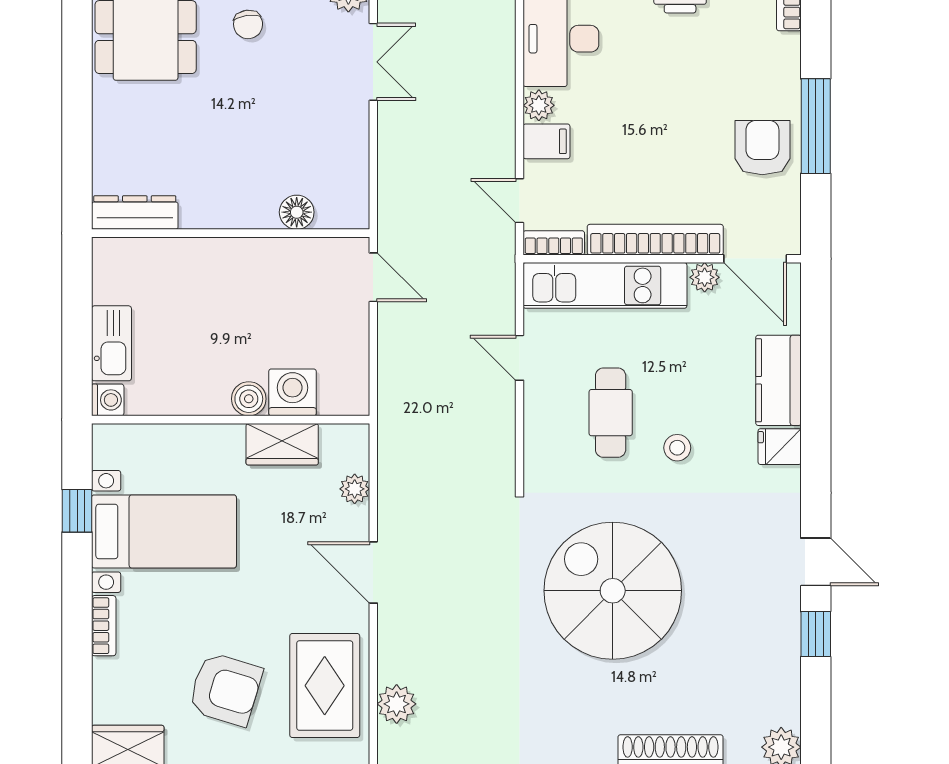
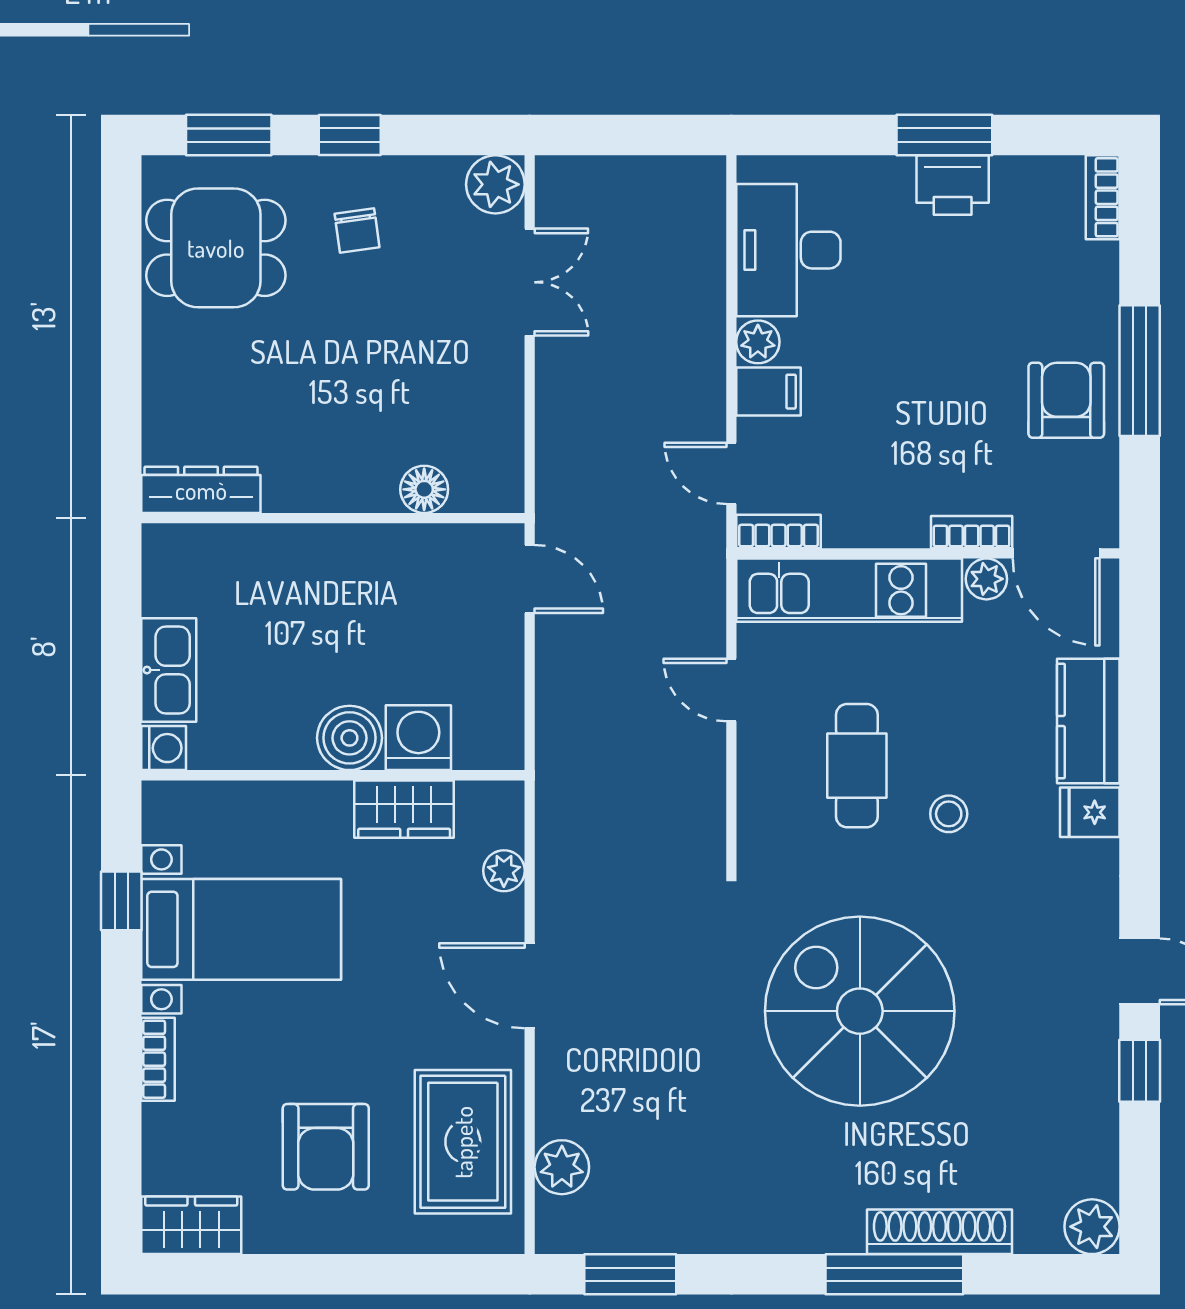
bookcase: (655, 240) -> (972, 532), width x0.43, depth x0.76
boiler: (249, 399) -> (349, 738), width x1.36, depth x1.36
armchair: (225, 689) -> (326, 1147), turned 73

